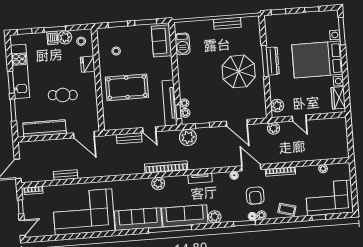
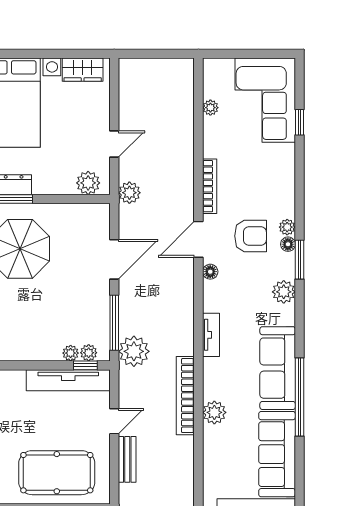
pool table: (127, 87) -> (57, 473), moved, turned 90
window: (203, 125) -> (114, 323), width x2.17
coffee table: (287, 209) -> (280, 180), removed
plant: (215, 217) -> (284, 292), moved

